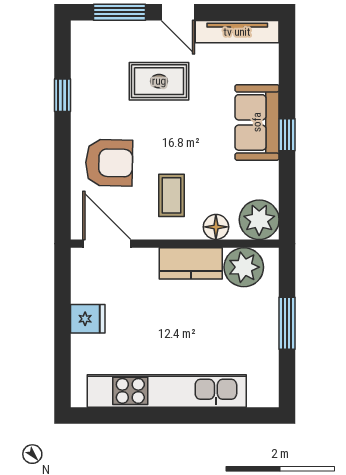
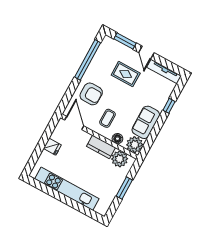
window: (62, 95) -> (88, 60), width x3.17
sofa: (257, 122) -> (146, 122), moved
window: (287, 135) -> (169, 106), moved

